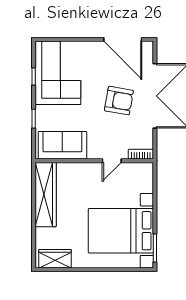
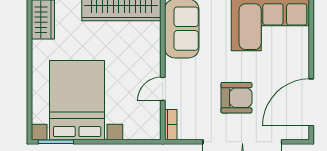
armchair: (119, 101) -> (236, 98), turned -100
door: (112, 161) -> (163, 89), hinge flipped

